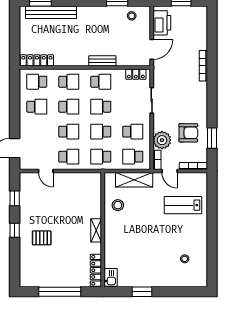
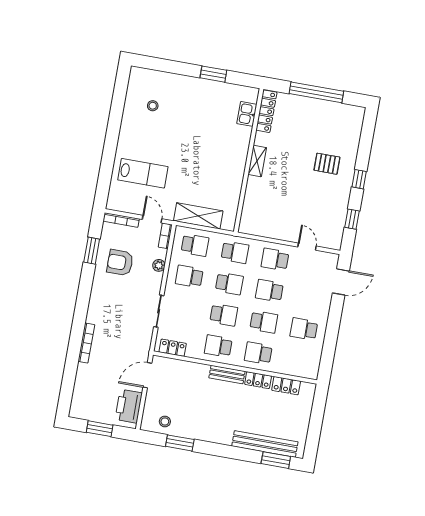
locker: (37, 60) -> (286, 386), width x0.66
locker: (65, 61) -> (258, 380), added
bench: (102, 61) -> (227, 375), moved
school desk: (37, 82) -> (298, 360), removed
school desk: (69, 107) -> (264, 322), turned 180
plant: (162, 140) -> (159, 265), width x0.53, depth x0.53
stool: (118, 205) -> (224, 188), removed
kitchen sink: (111, 277) -> (247, 114), moved

